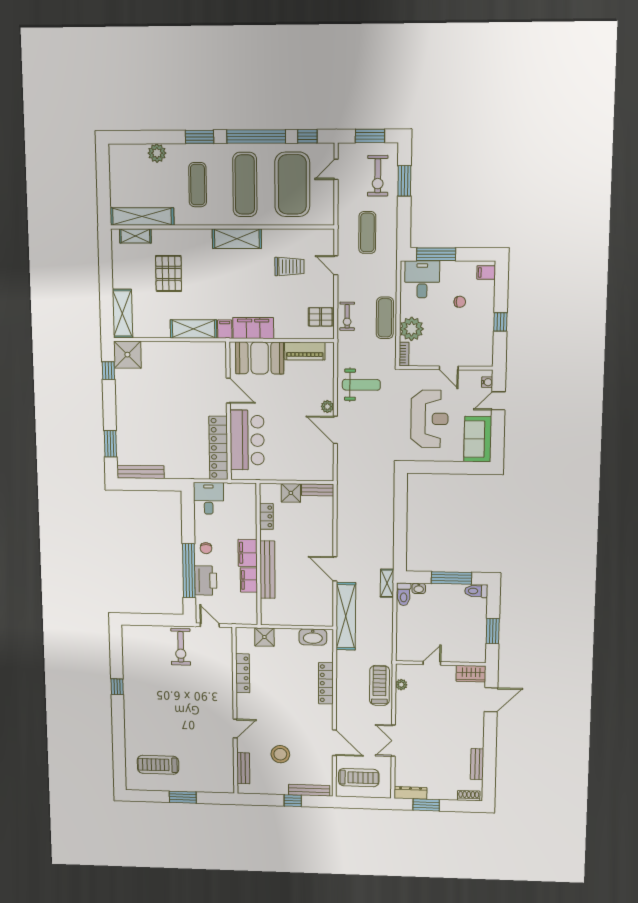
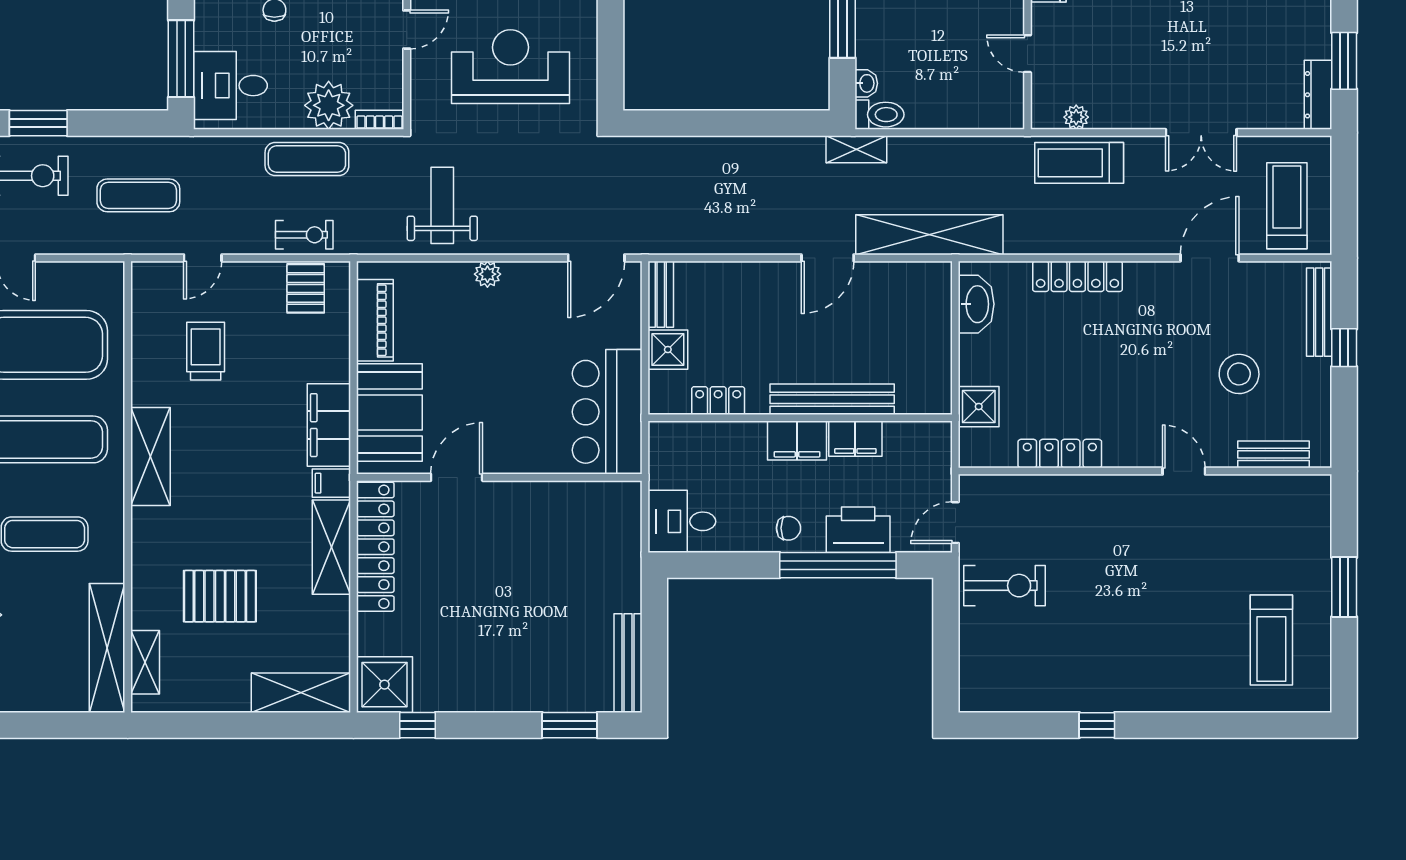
door: (335, 430) -> (596, 258), moved
bar counter: (247, 440) -> (607, 412), moved, turned -90
locker: (218, 448) -> (375, 547), moved, turned -90

